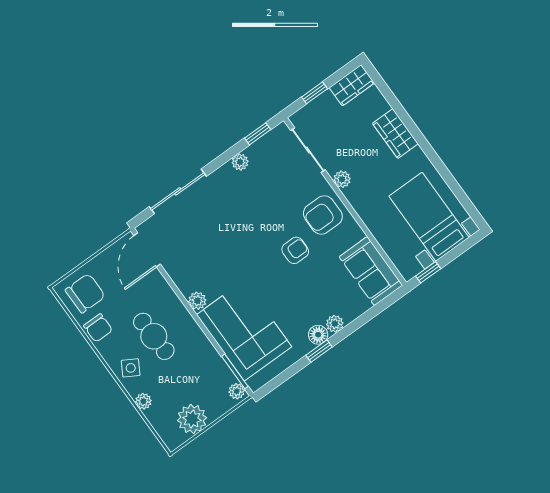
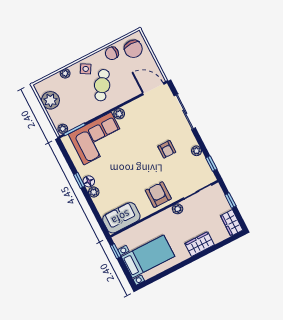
armchair: (295, 250) -> (167, 149), moved
cafe table: (154, 336) -> (102, 85), turned -52

